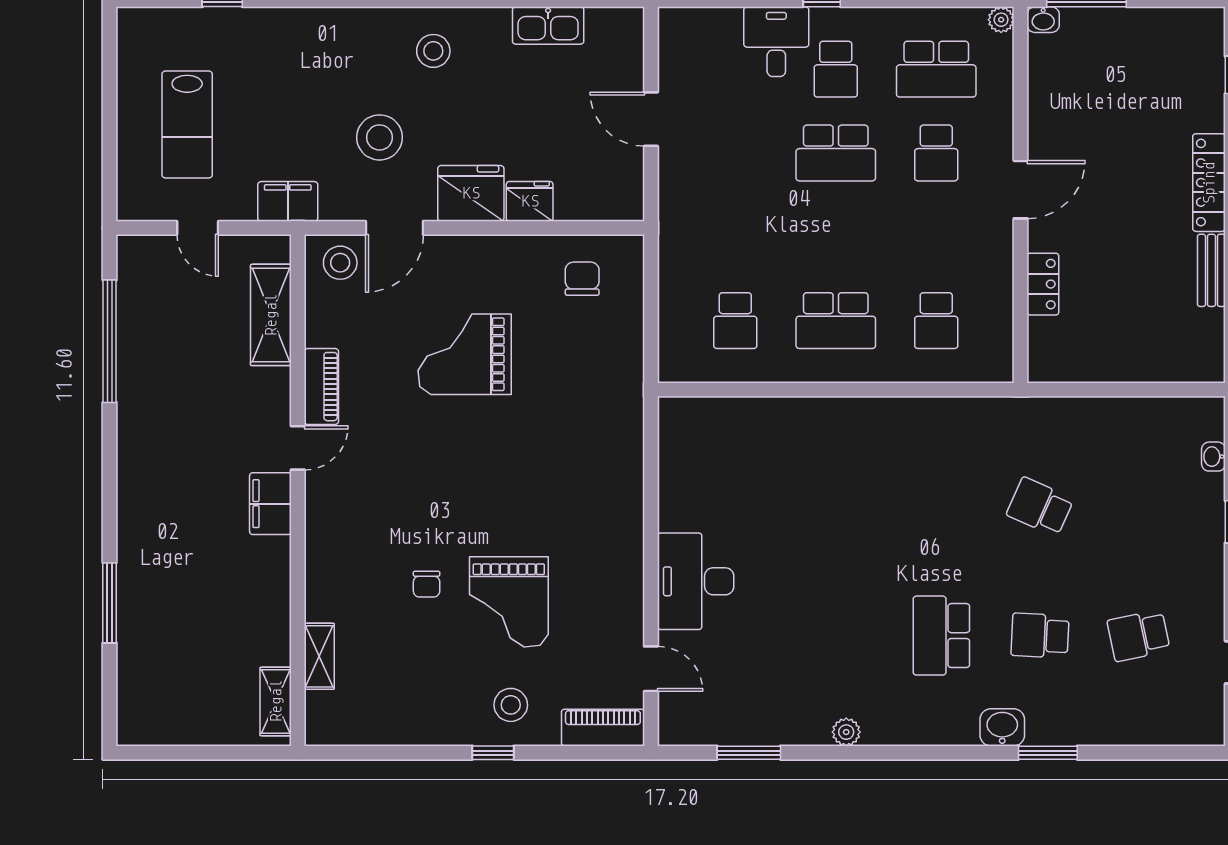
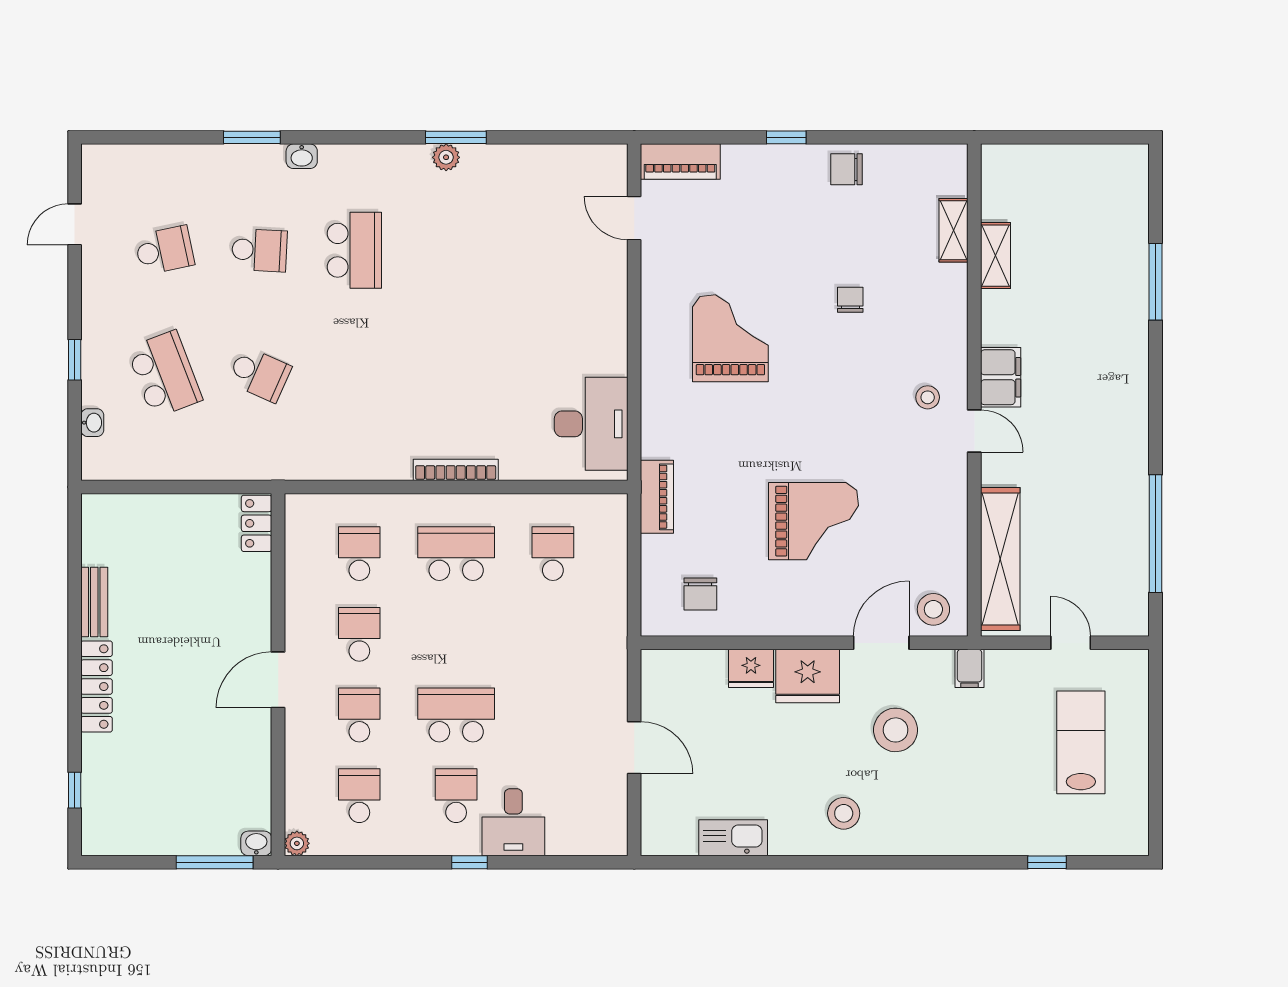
school desk: (936, 69) -> (359, 796), width x0.54
filing cabinet: (288, 201) -> (970, 668), width x0.50
school desk: (936, 237) -> (359, 634), added
locker: (1043, 284) -> (257, 523), moved
shelving: (271, 315) -> (1000, 559), width x1.47
piano: (321, 387) -> (657, 497), moved, turned 180
bookcase: (836, 407) -> (456, 470), added
door: (298, 448) -> (974, 431), swing flipped
school desk: (1139, 507) -> (164, 374), added
desk: (696, 581) -> (591, 424), moved
grand piano: (509, 602) -> (730, 338), moved
shelving: (276, 701) -> (996, 256), moved
stool: (511, 705) -> (928, 397), moved, width x0.73, depth x0.73
chair: (430, 719) -> (846, 169), added
washbasin: (1002, 727) -> (302, 156), width x0.72, depth x0.69
window: (749, 753) -> (456, 137), moved

